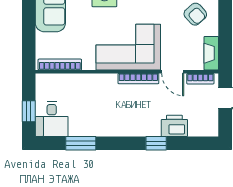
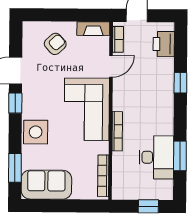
bookcase: (138, 79) -> (117, 131), moved
desk: (52, 119) -> (156, 157), moved, width x1.37
printer: (174, 126) -> (164, 44), moved

